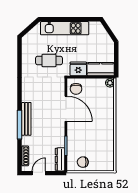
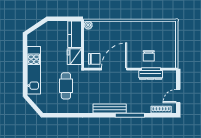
bench: (26, 119) -> (110, 108), moved
dresser: (60, 159) -> (151, 75), moved
chair: (83, 162) -> (149, 56), moved
door: (39, 173) -> (178, 96), hinge flipped

